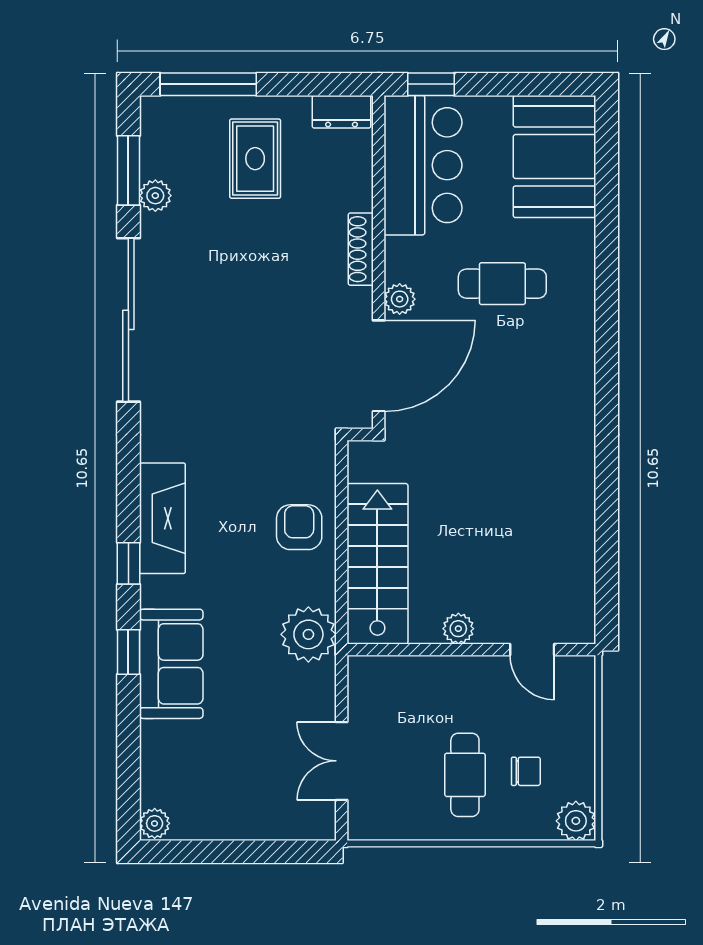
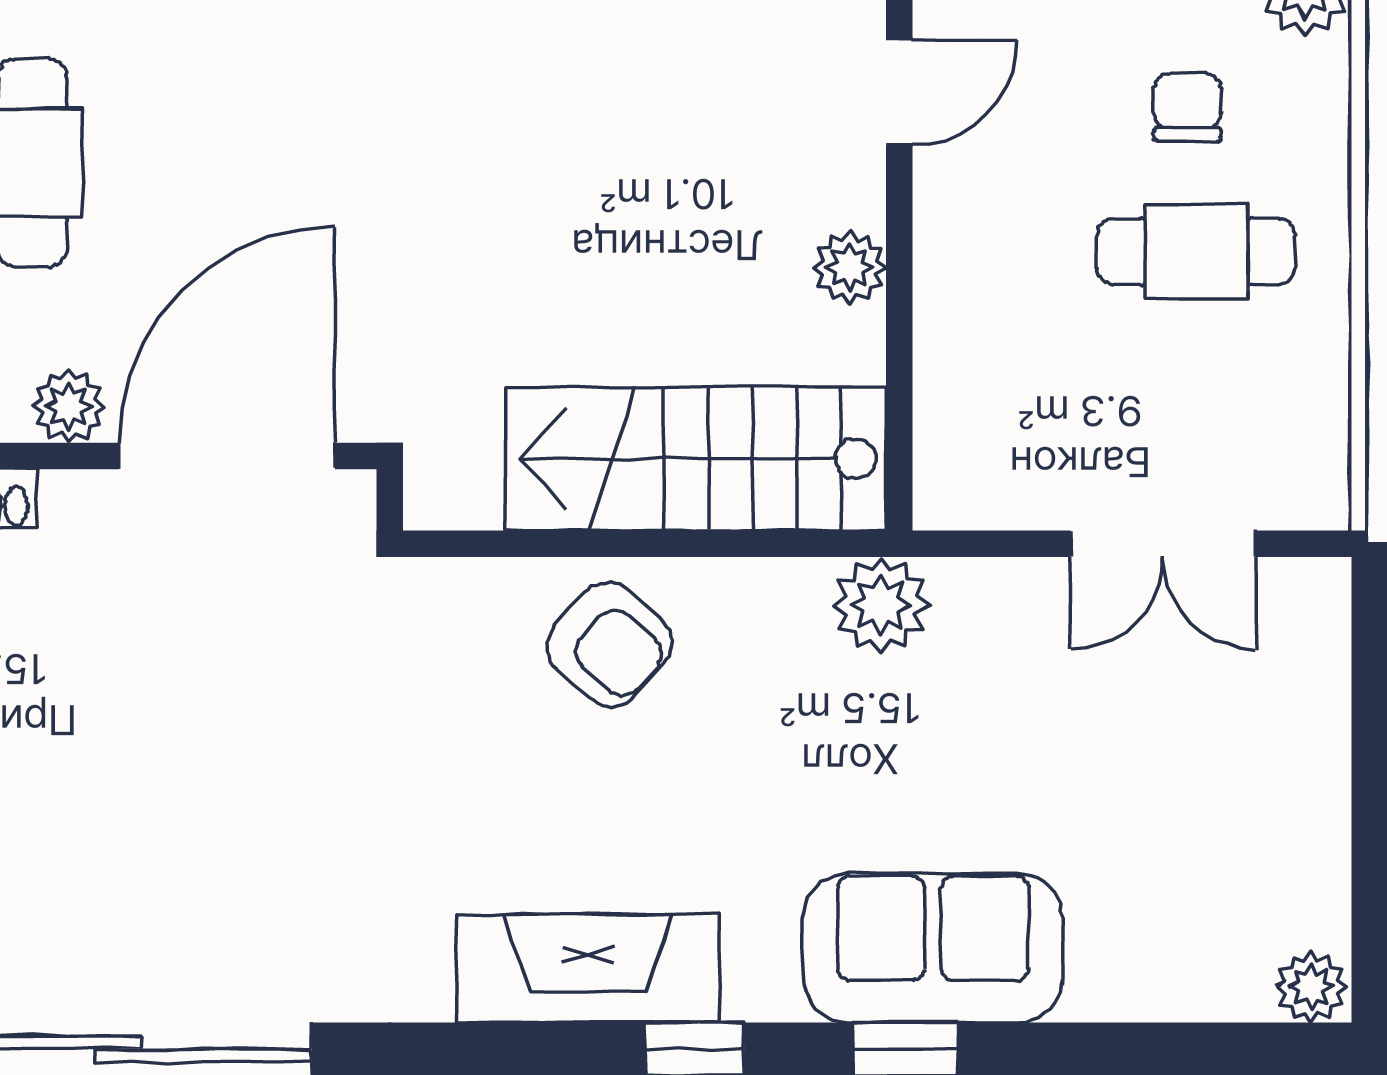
door: (379, 366) -> (227, 456), hinge flipped
armchair: (299, 527) -> (609, 644), turned -138
plant: (308, 634) -> (881, 605), width x0.73, depth x0.73

